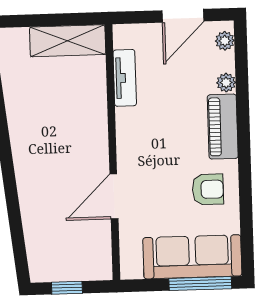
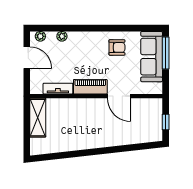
piano: (223, 127) -> (90, 87), moved, turned 180
armchair: (208, 189) -> (117, 47), turned 90

